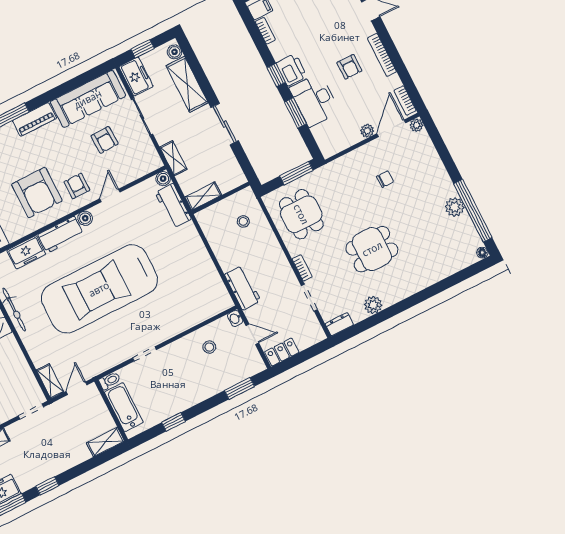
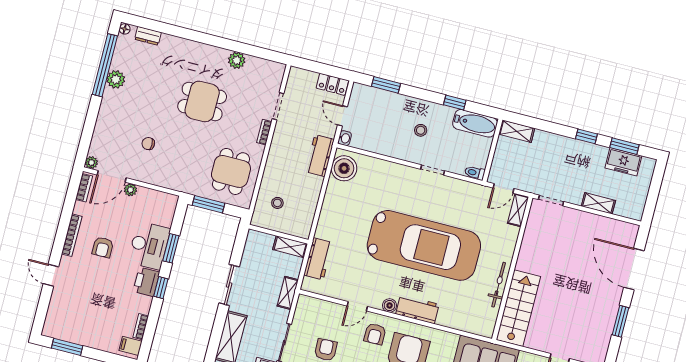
armchair: (349, 67) -> (103, 247), turned 180
boiler: (163, 179) -> (344, 168), moved, width x1.86, depth x1.86
freezer: (26, 252) -> (454, 318), removed
dresser: (339, 324) -> (148, 36), moved
stool: (209, 347) -> (421, 130), moved
bathtub: (124, 407) -> (475, 123), moved, turned -90

